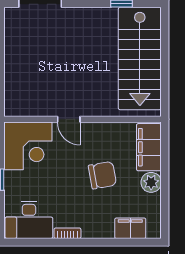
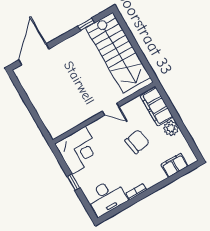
door: (69, 119) -> (111, 109), moved

